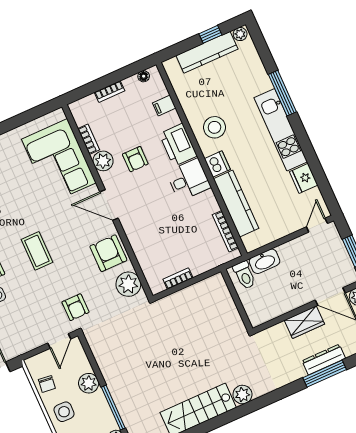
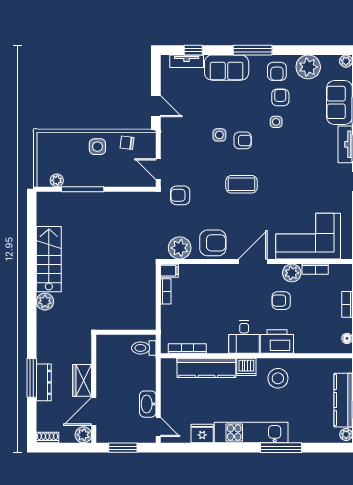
filing cabinet: (164, 106) -> (169, 271), moved, turned 90
washbasin: (265, 261) -> (148, 404), moved
plant: (89, 383) -> (112, 178), removed

